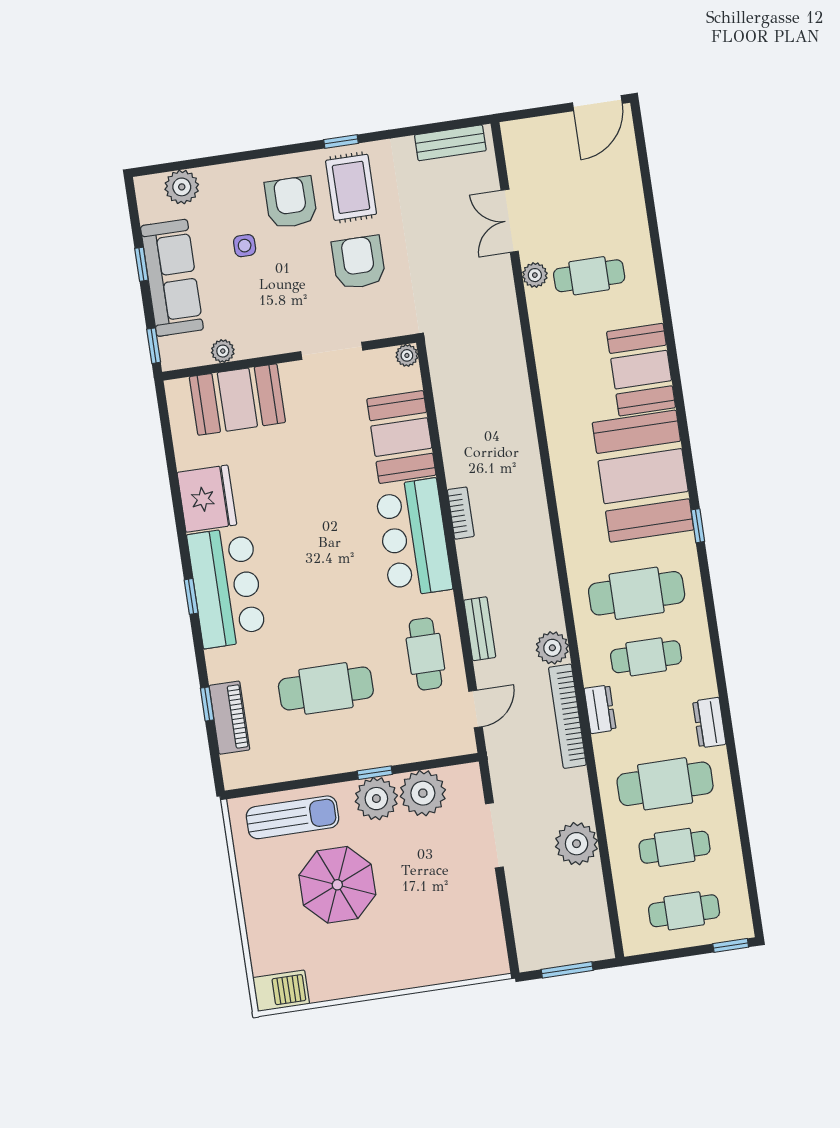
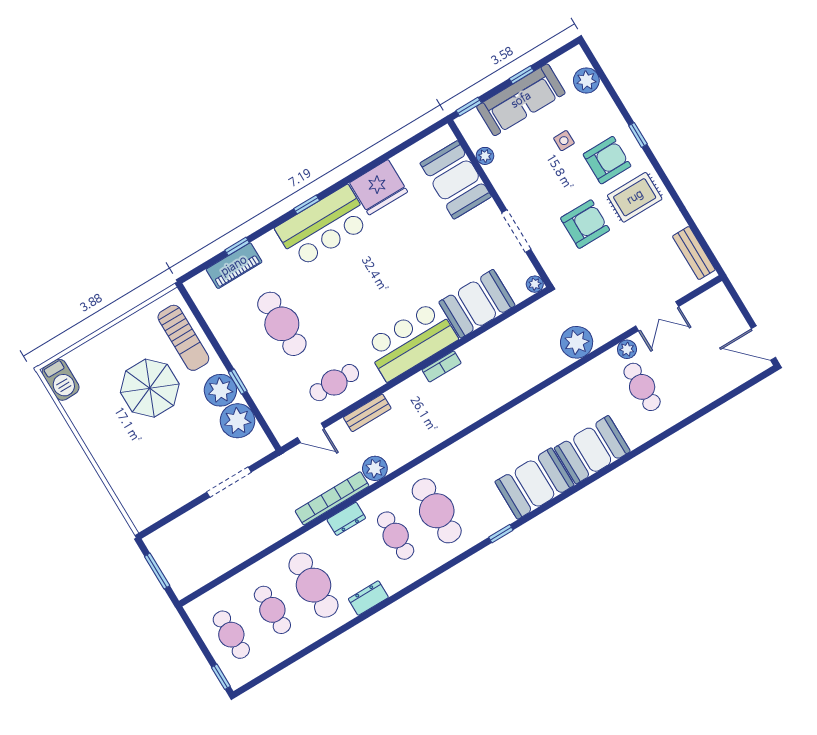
window: (341, 141) -> (638, 135), moved
double door: (510, 221) -> (657, 316), swing flipped
booth: (643, 476) -> (534, 483), width x0.73, depth x0.70
plant: (577, 844) -> (577, 342), moved

